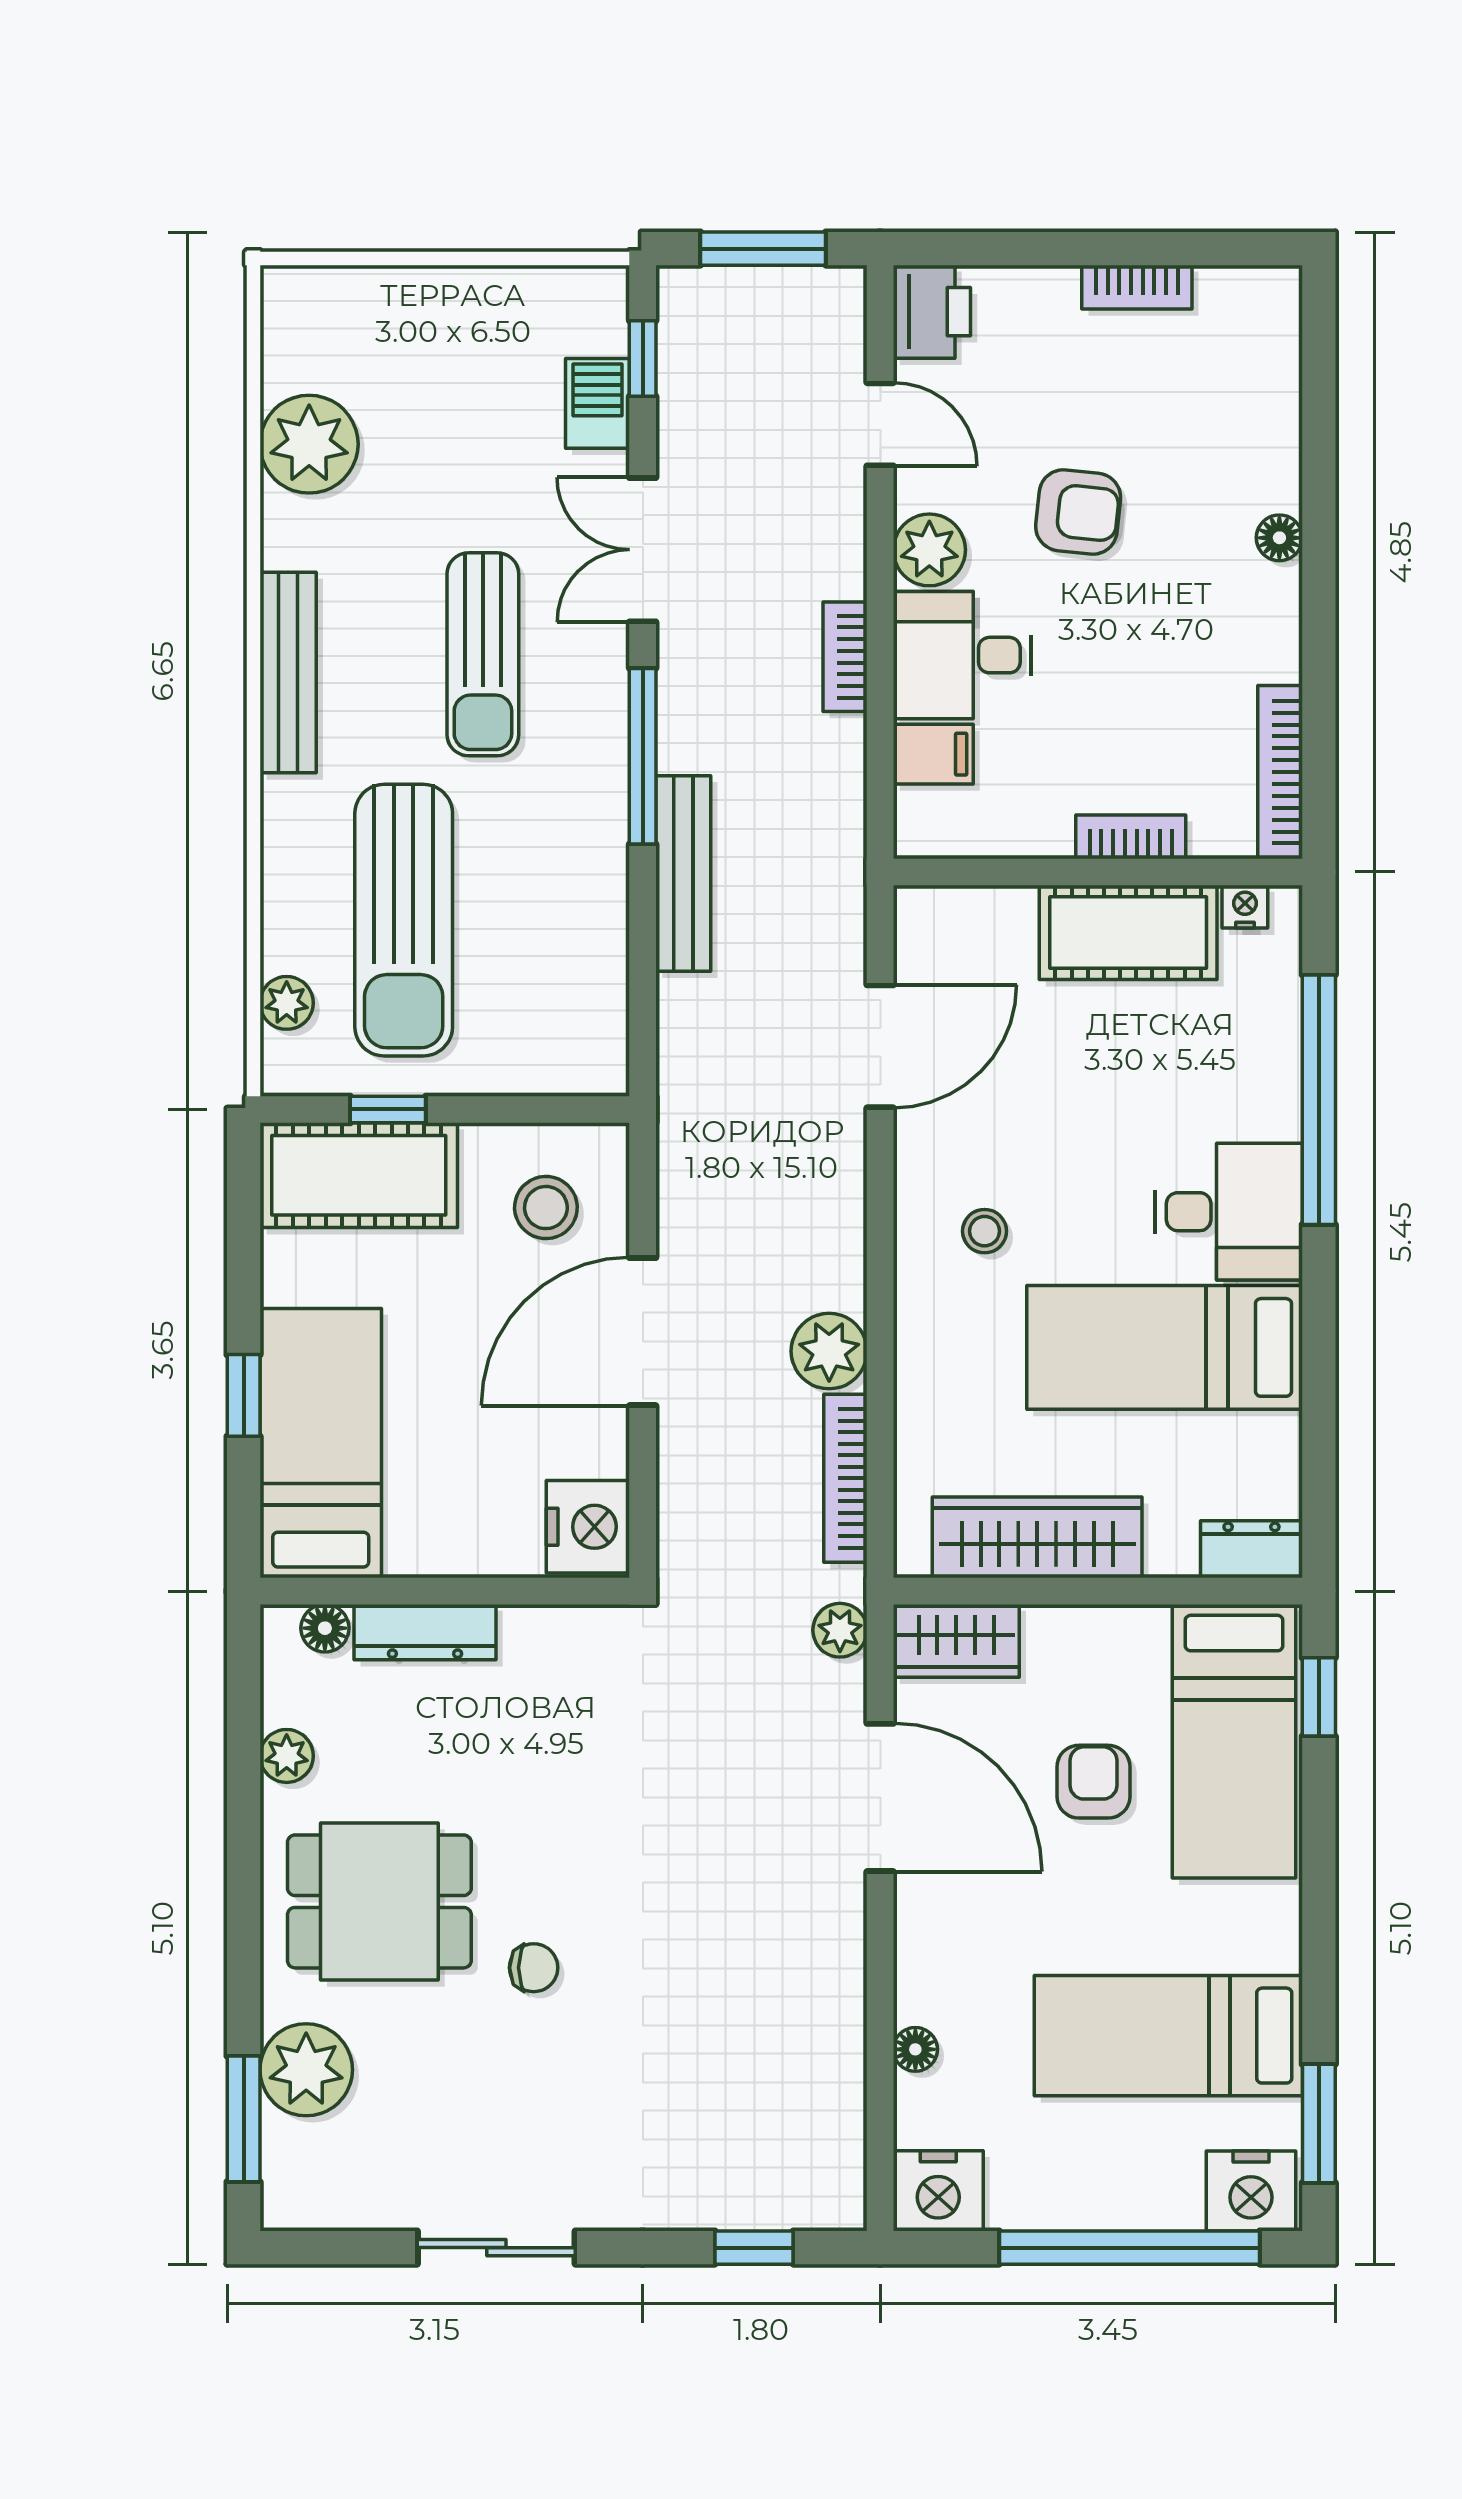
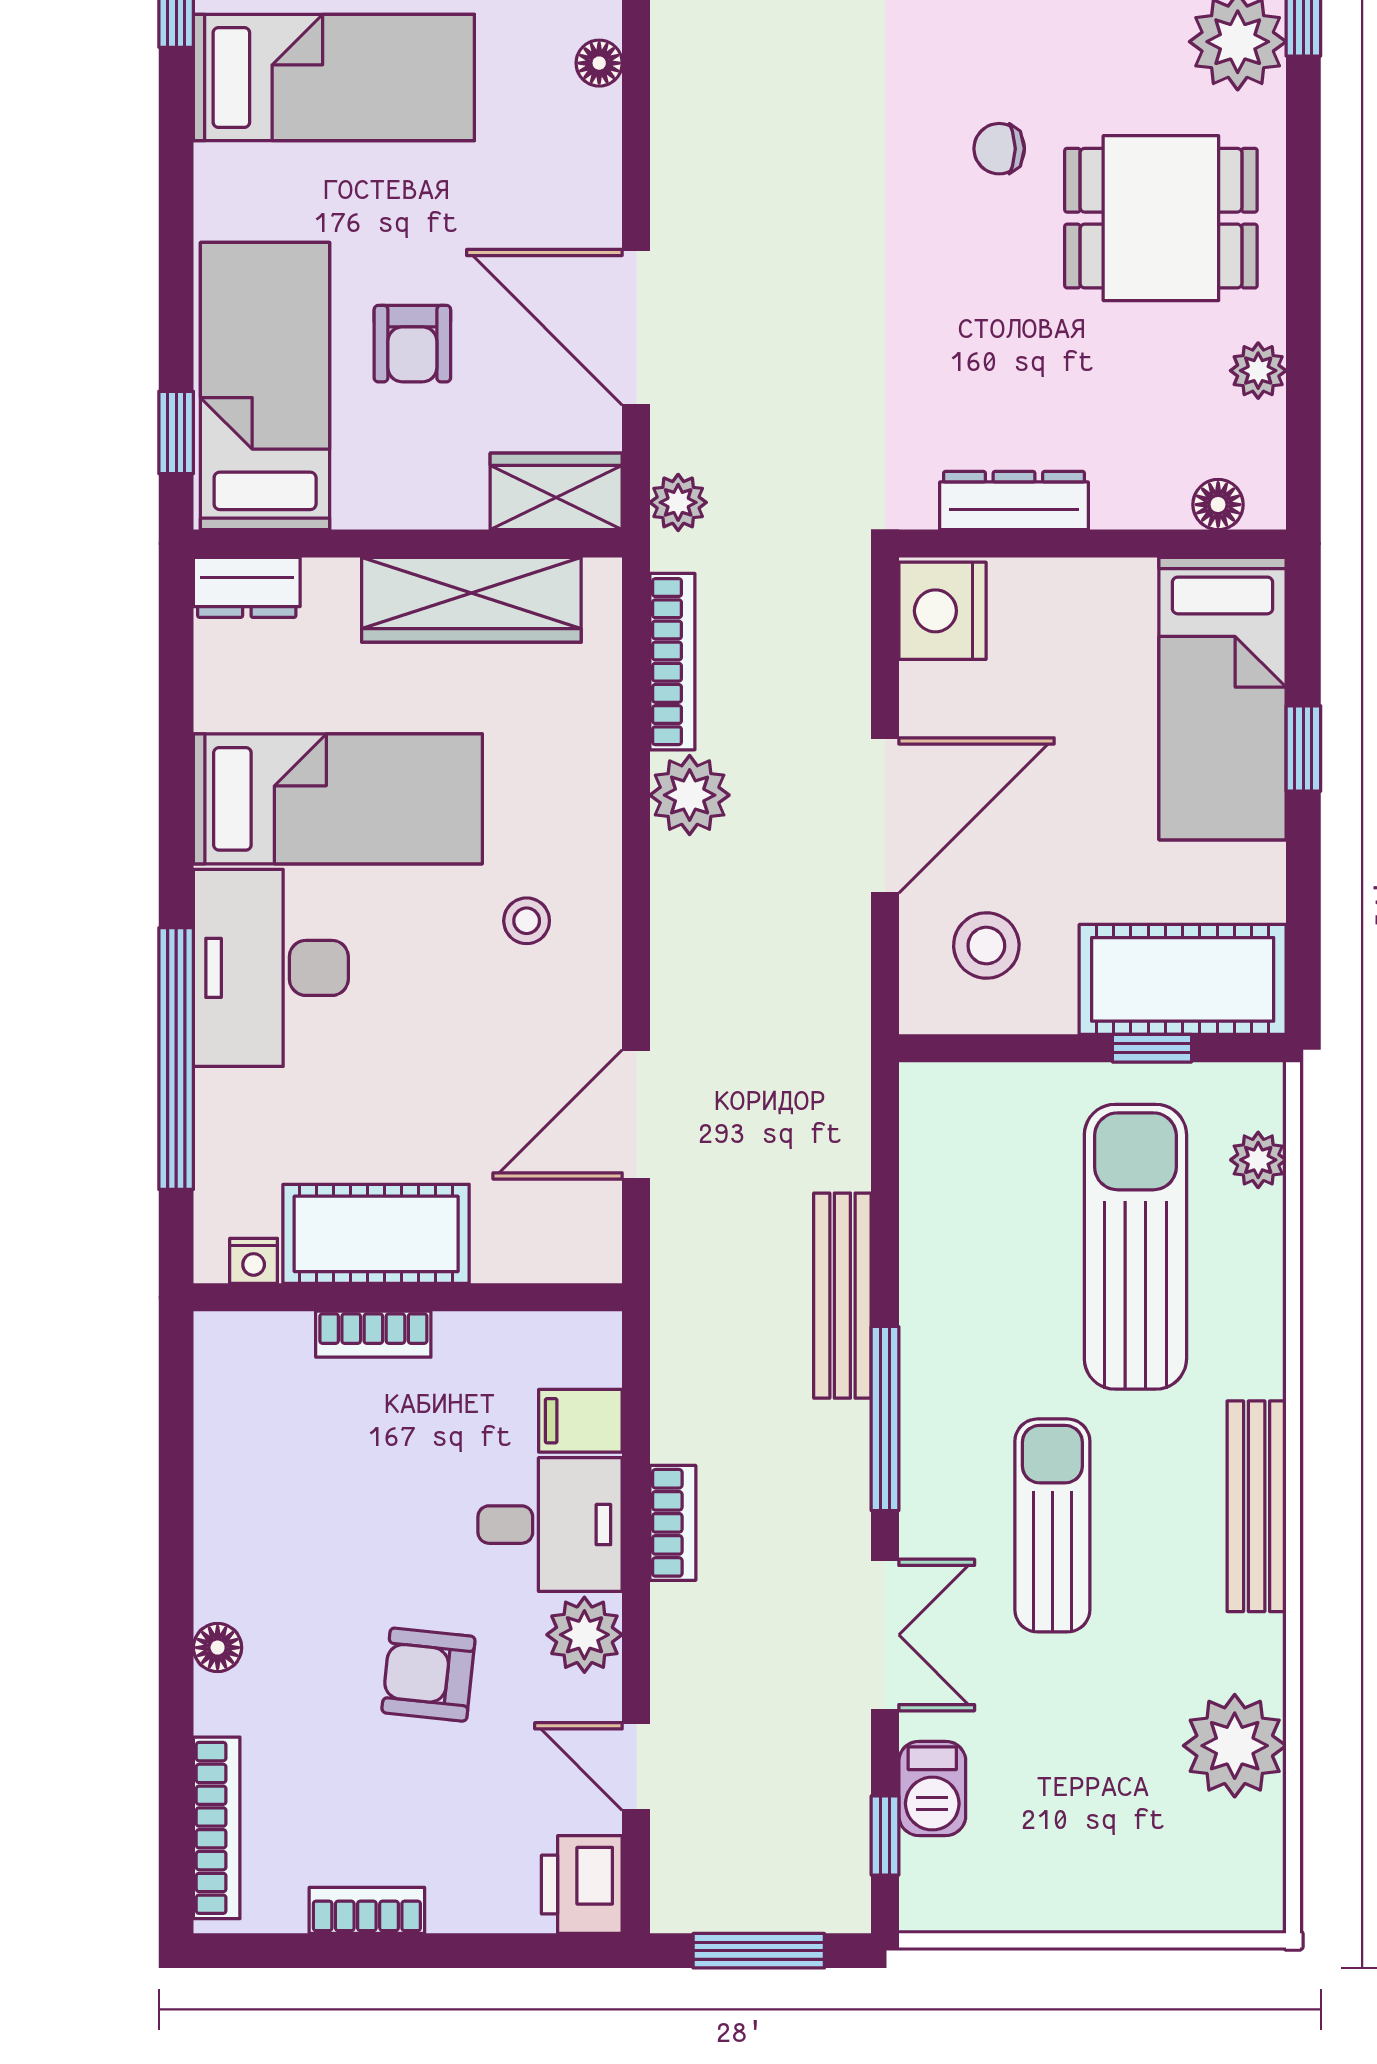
bookcase: (1280, 772) -> (217, 1828), moved
desk: (1229, 1212) -> (271, 968), width x1.37
dresser: (425, 1632) -> (1014, 501), moved

